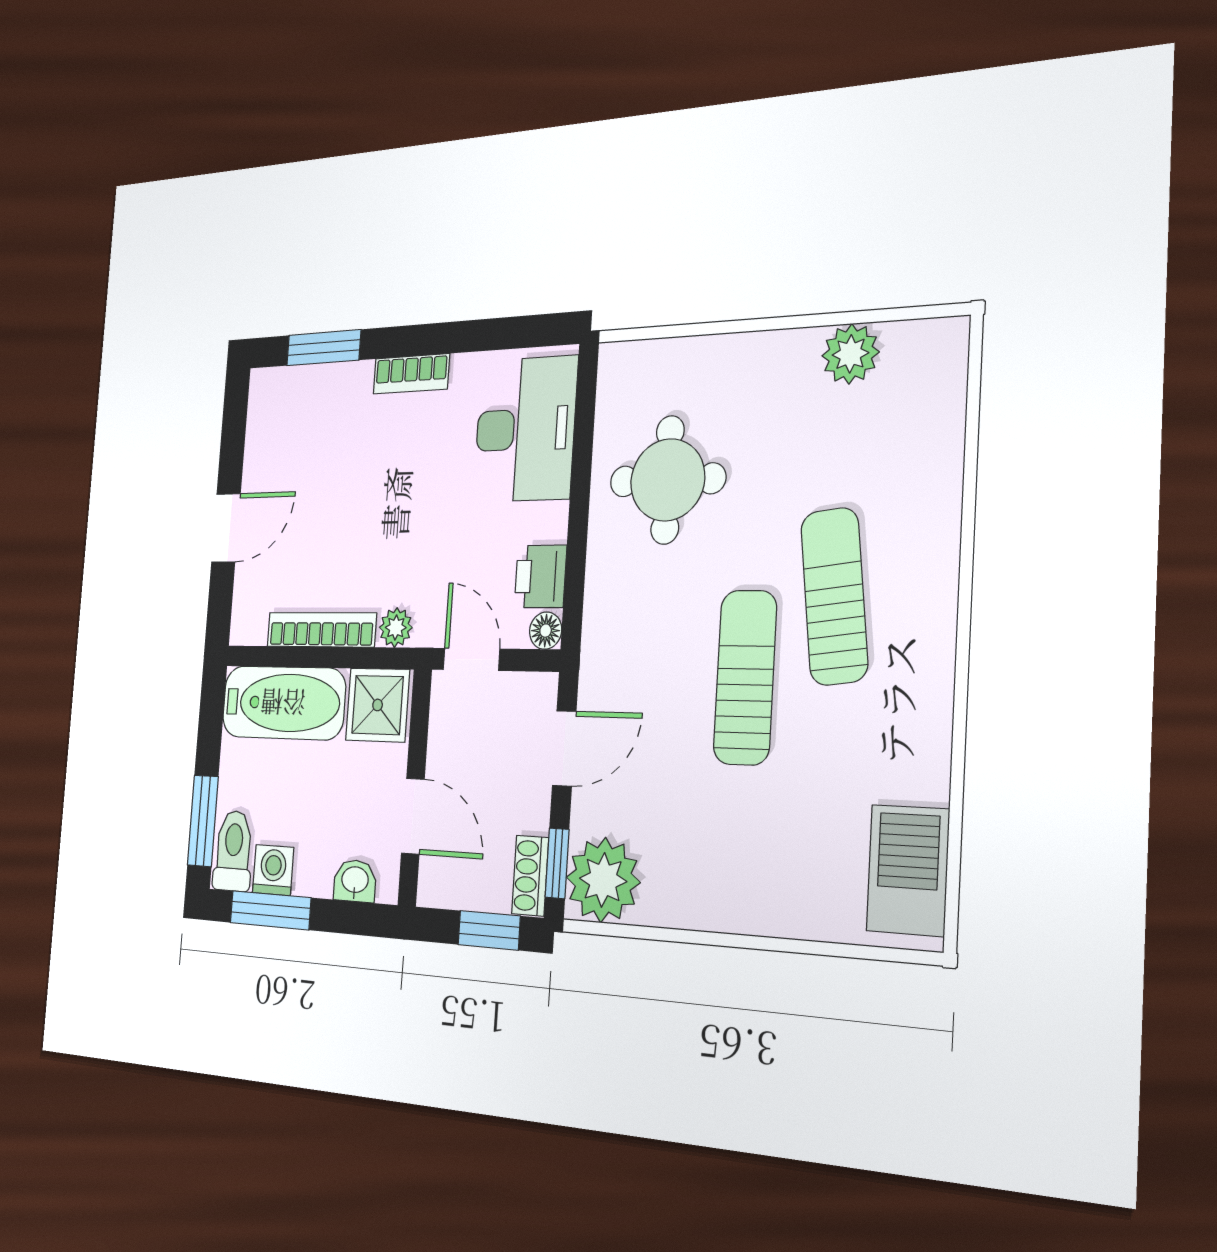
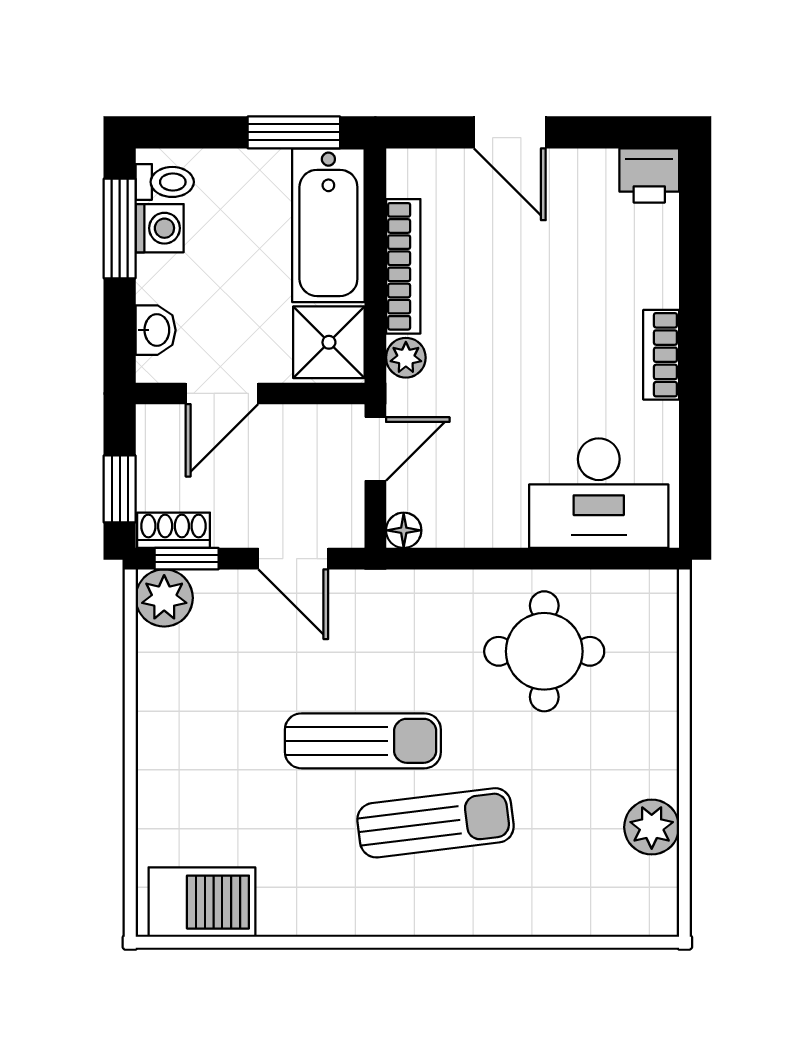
window: (324, 348) -> (695, 243), removed
printer: (540, 576) -> (649, 175), moved, turned 180
window: (203, 821) -> (294, 132), moved
toilet: (233, 851) -> (165, 182), width x0.73, depth x0.72
plant: (603, 880) -> (164, 598), width x0.73, depth x0.73

